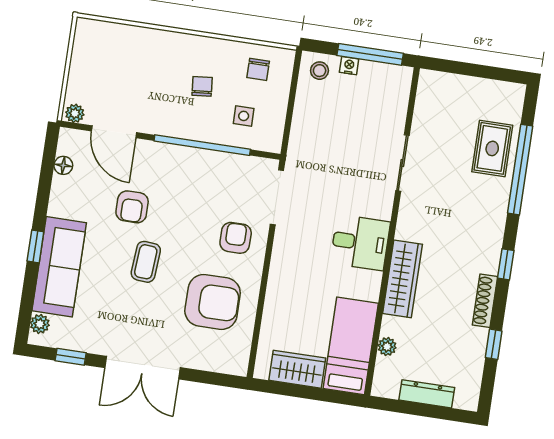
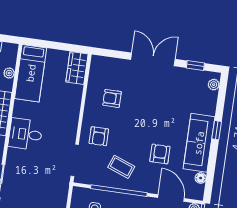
coffee table: (146, 262) -> (121, 167), moved, turned -73
sofa: (59, 267) -> (199, 143), moved
armchair: (213, 302) -> (112, 98), width x0.53, depth x0.53
wardrobe: (297, 369) -> (77, 68), moved, turned 90

